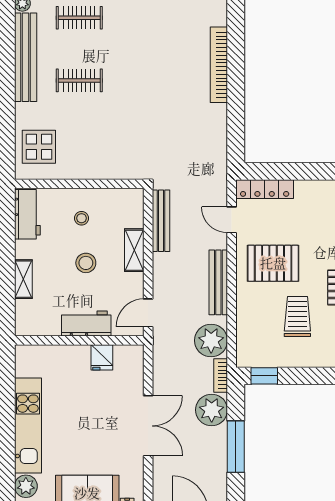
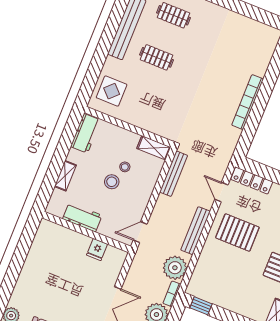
bookcase: (219, 65) -> (248, 102), moved
stool: (82, 218) -> (125, 167), moved
shelving: (134, 250) -> (154, 148), moved, turned 90
trolley: (297, 317) -> (239, 275), removed
workbench: (86, 323) -> (82, 217), moved
kitchen unit: (28, 426) -> (29, 275), removed

